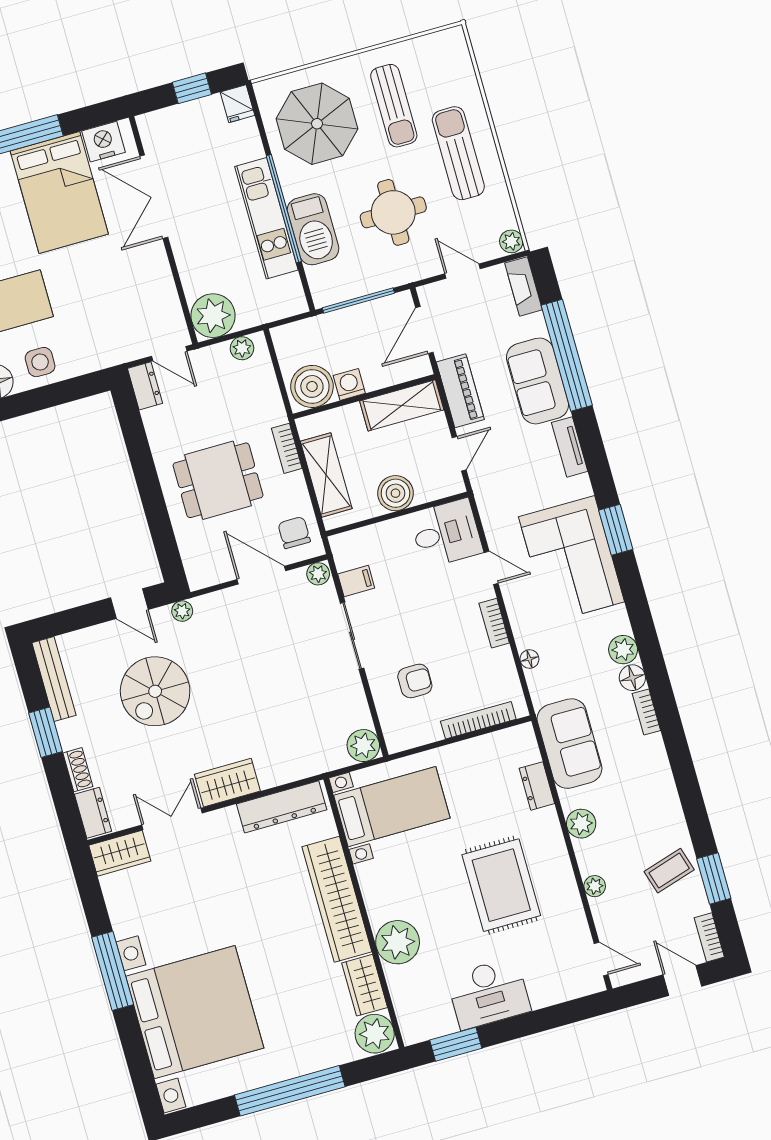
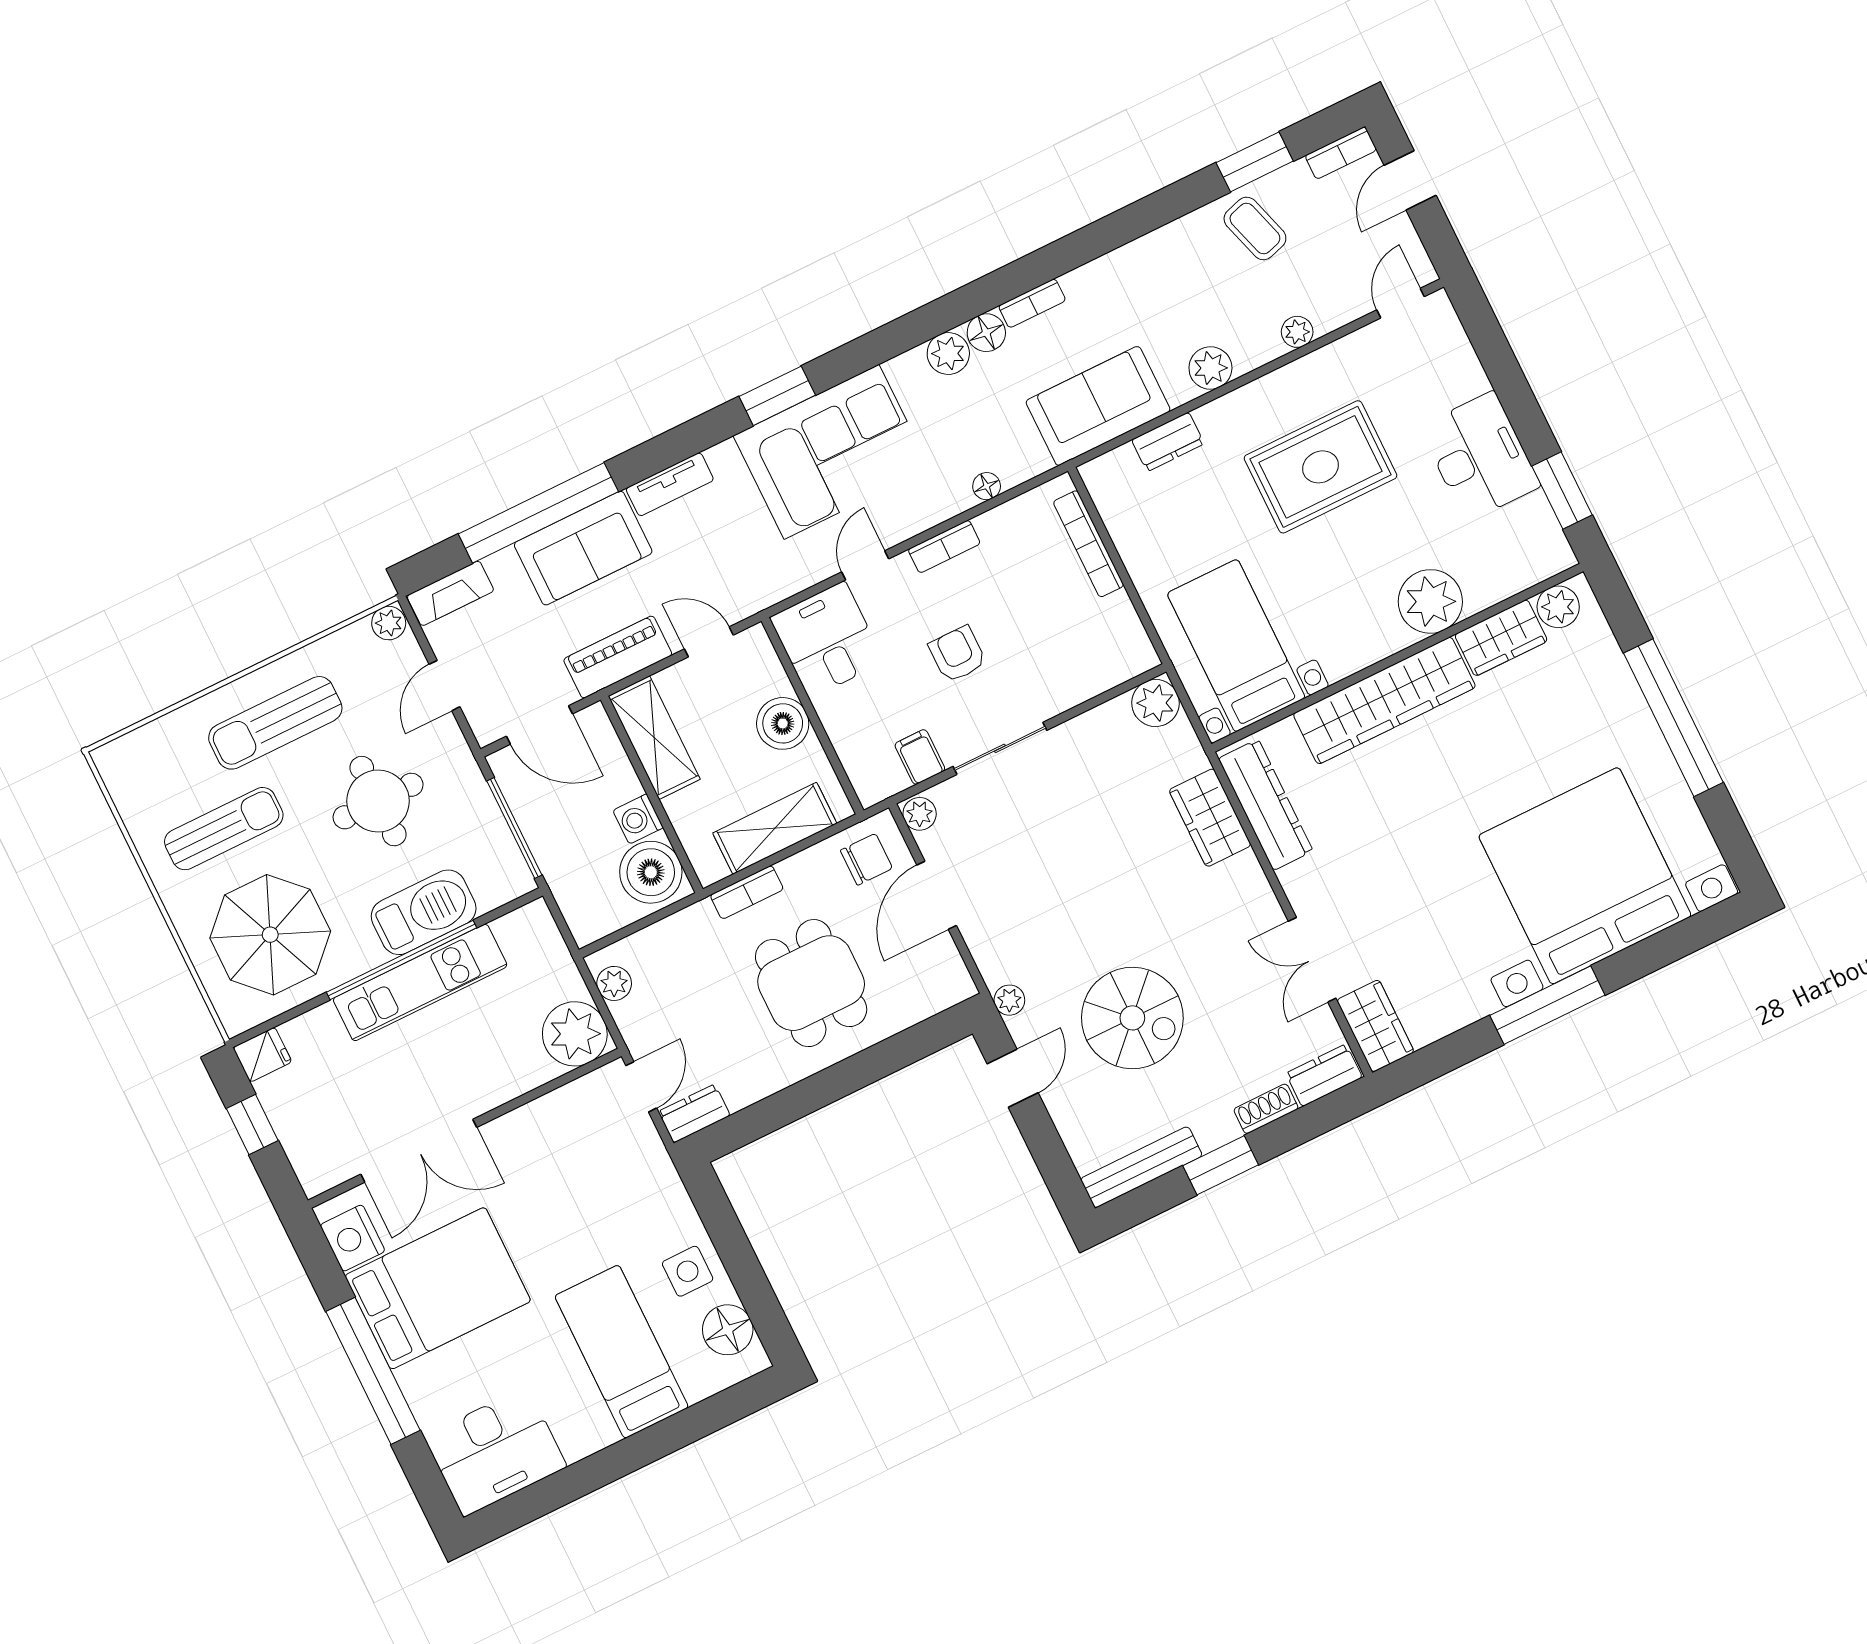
chair: (294, 533) -> (866, 859), turned 180
armchair: (415, 681) -> (958, 654), moved
wardrobe: (227, 783) -> (1210, 818), moved
plant: (375, 1034) -> (1558, 607), width x0.73, depth x0.73

